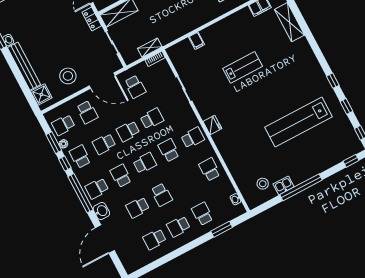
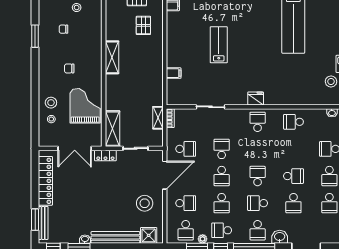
school desk: (169, 150) -> (258, 149), removed

